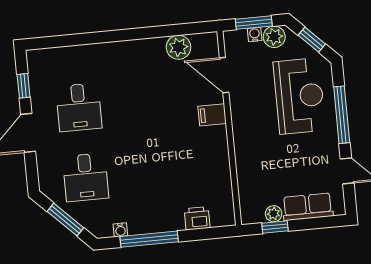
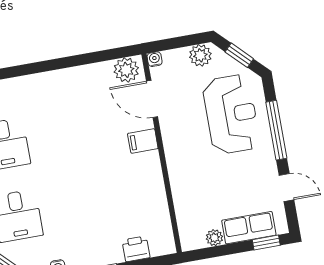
window: (254, 23) -> (178, 42), removed
water cooler: (255, 34) -> (155, 59), moved
plant: (179, 47) -> (126, 70), moved
window: (275, 227) -> (266, 242), moved

